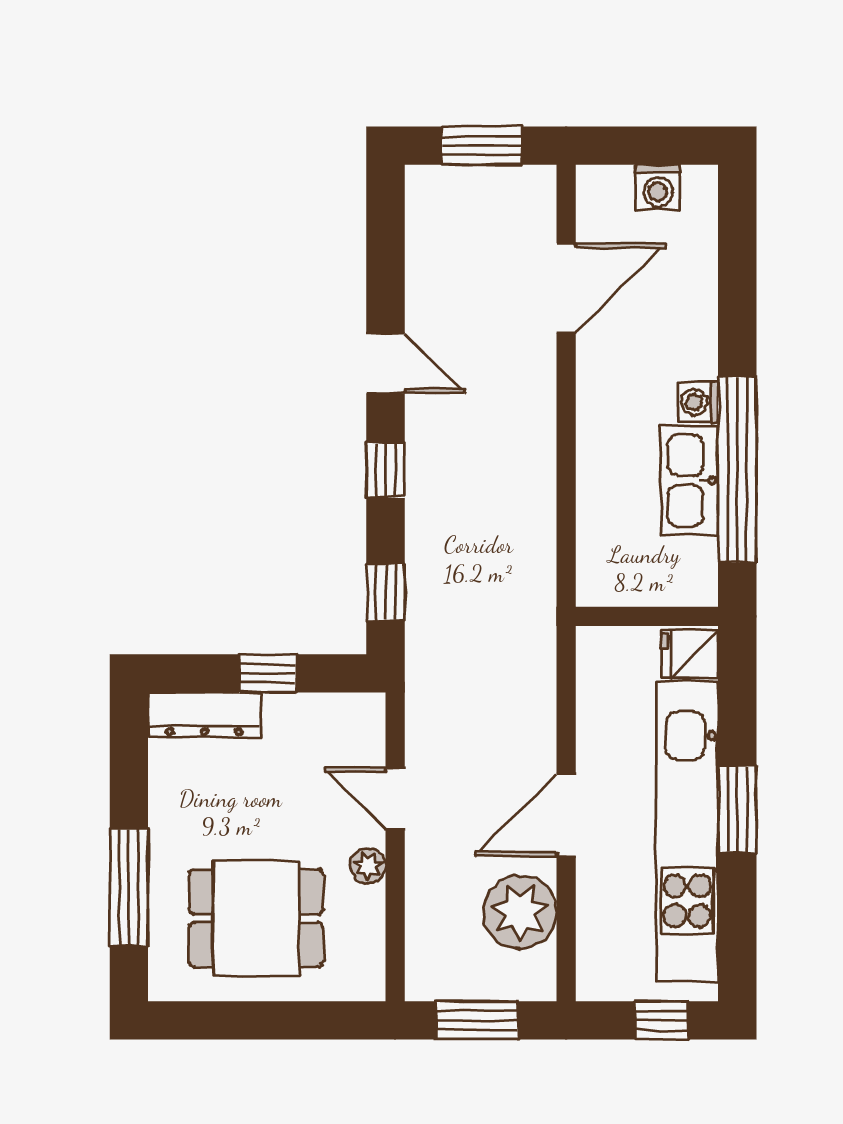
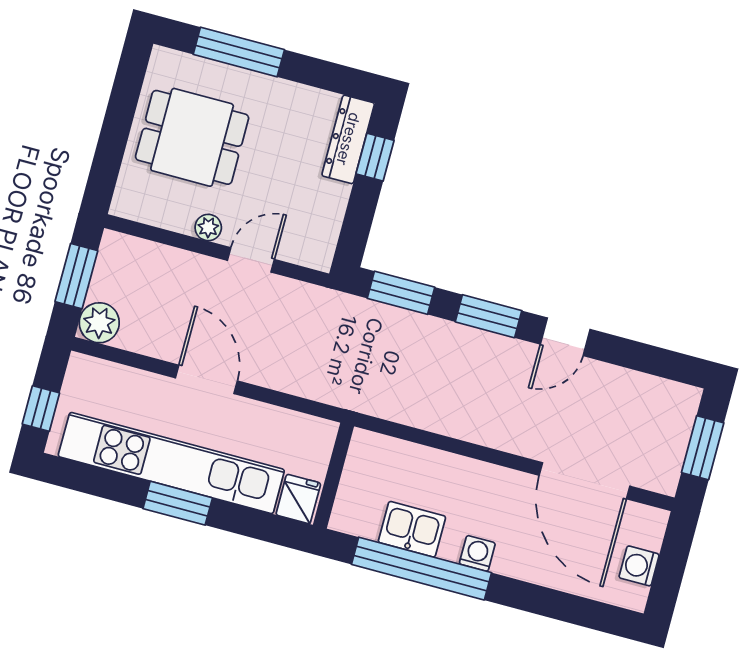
door: (566, 288) -> (584, 481), width x1.36
window: (386, 470) -> (489, 316), width x1.50
kitchen sink: (689, 481) -> (412, 529), width x0.73
window: (386, 592) -> (401, 293), width x1.50
window: (268, 673) -> (375, 157), moved
plant: (520, 912) -> (99, 323), moved, width x0.73, depth x0.73
dining table: (256, 918) -> (192, 137), turned 90

